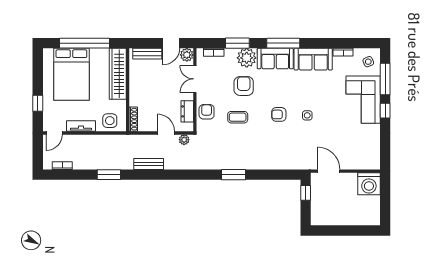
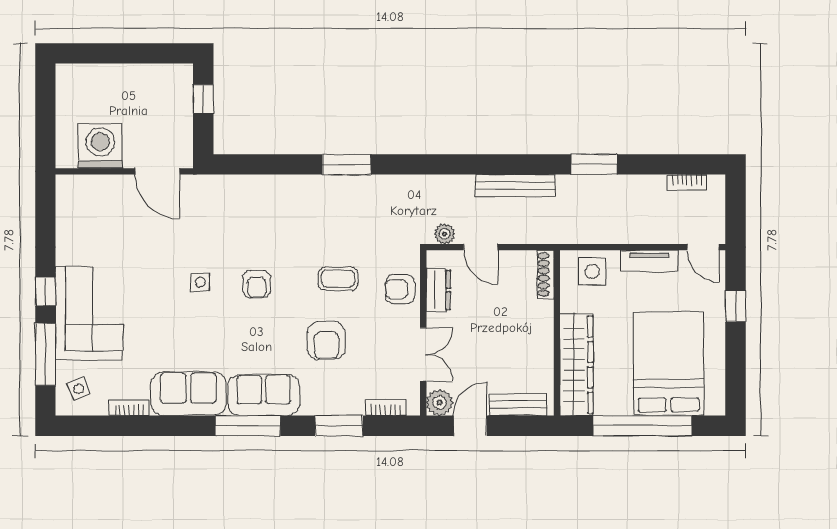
plant: (247, 58) -> (321, 396), removed
armchair: (207, 112) -> (400, 289), turned 90
armchair: (279, 114) -> (257, 284), turned 90
door: (54, 133) -> (703, 247), swing flipped
bench: (149, 164) -> (515, 186), width x1.36
washing machine: (369, 184) -> (100, 146), moved
window: (306, 193) -> (203, 99), moved

